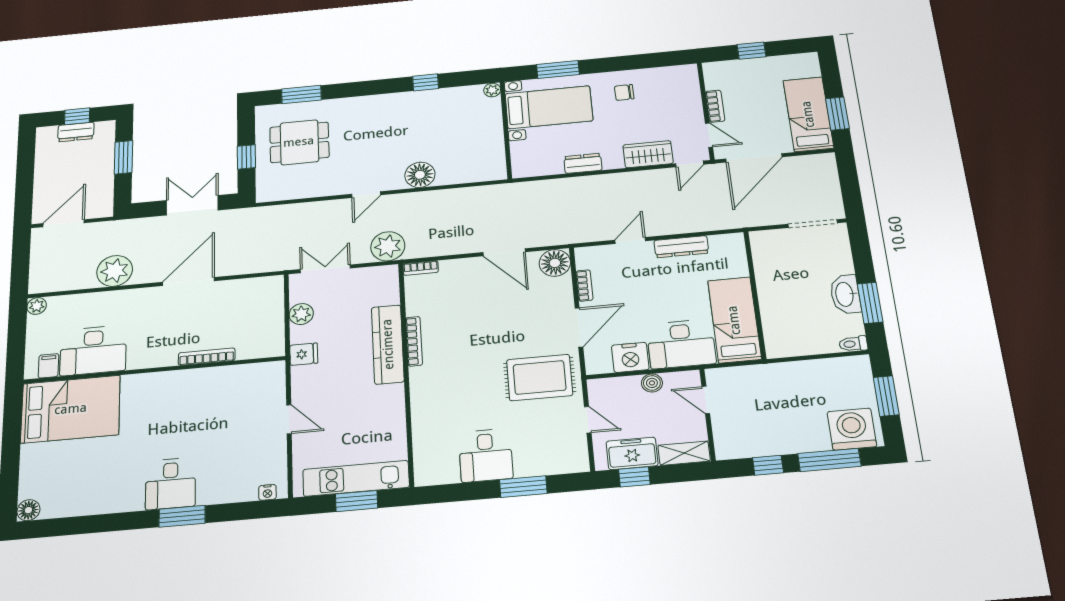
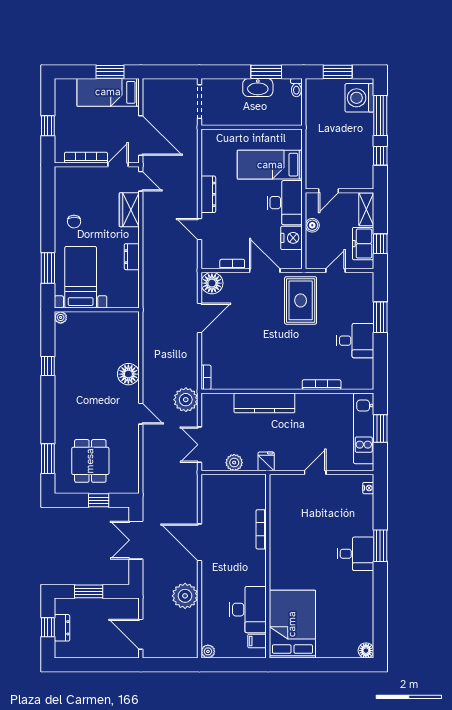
bookcase: (715, 106) -> (86, 158), width x1.56
wall: (755, 294) -> (252, 127), moved
bookcase: (414, 341) -> (322, 385), moved

